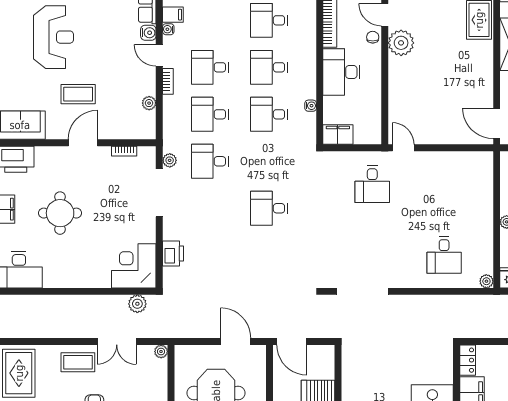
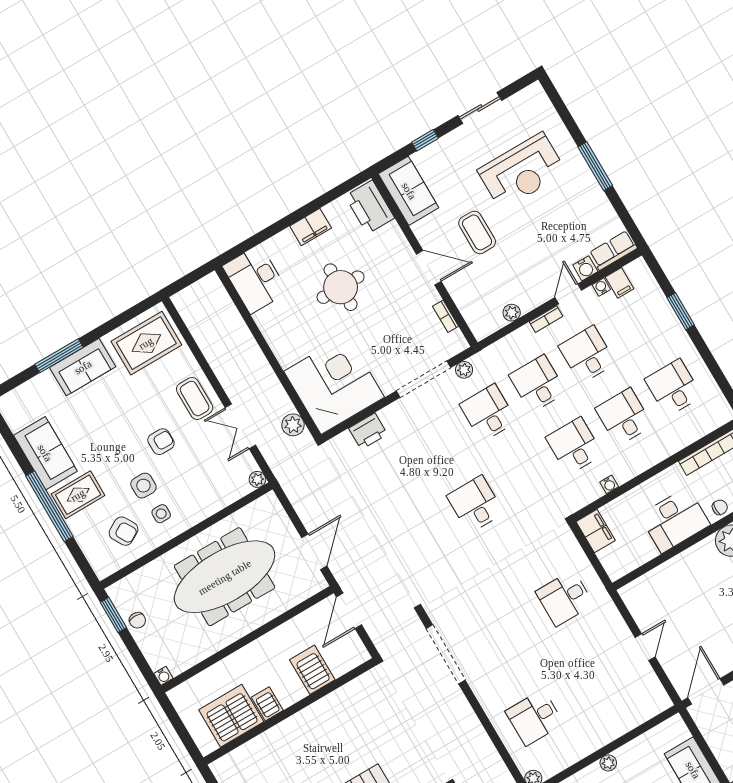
desk: (341, 72) -> (675, 520), moved, turned 180
door: (403, 148) -> (645, 647), moved
corner desk: (134, 266) -> (334, 384), width x1.36, depth x1.36

